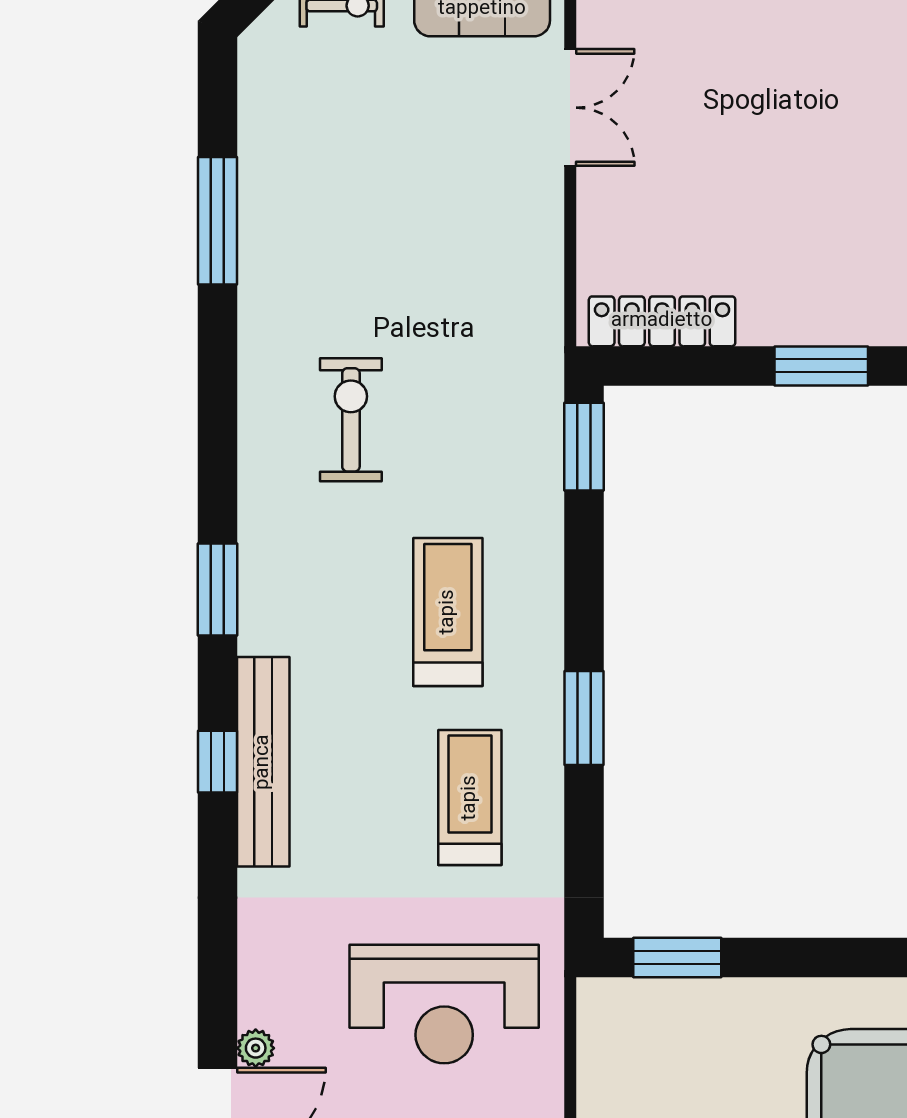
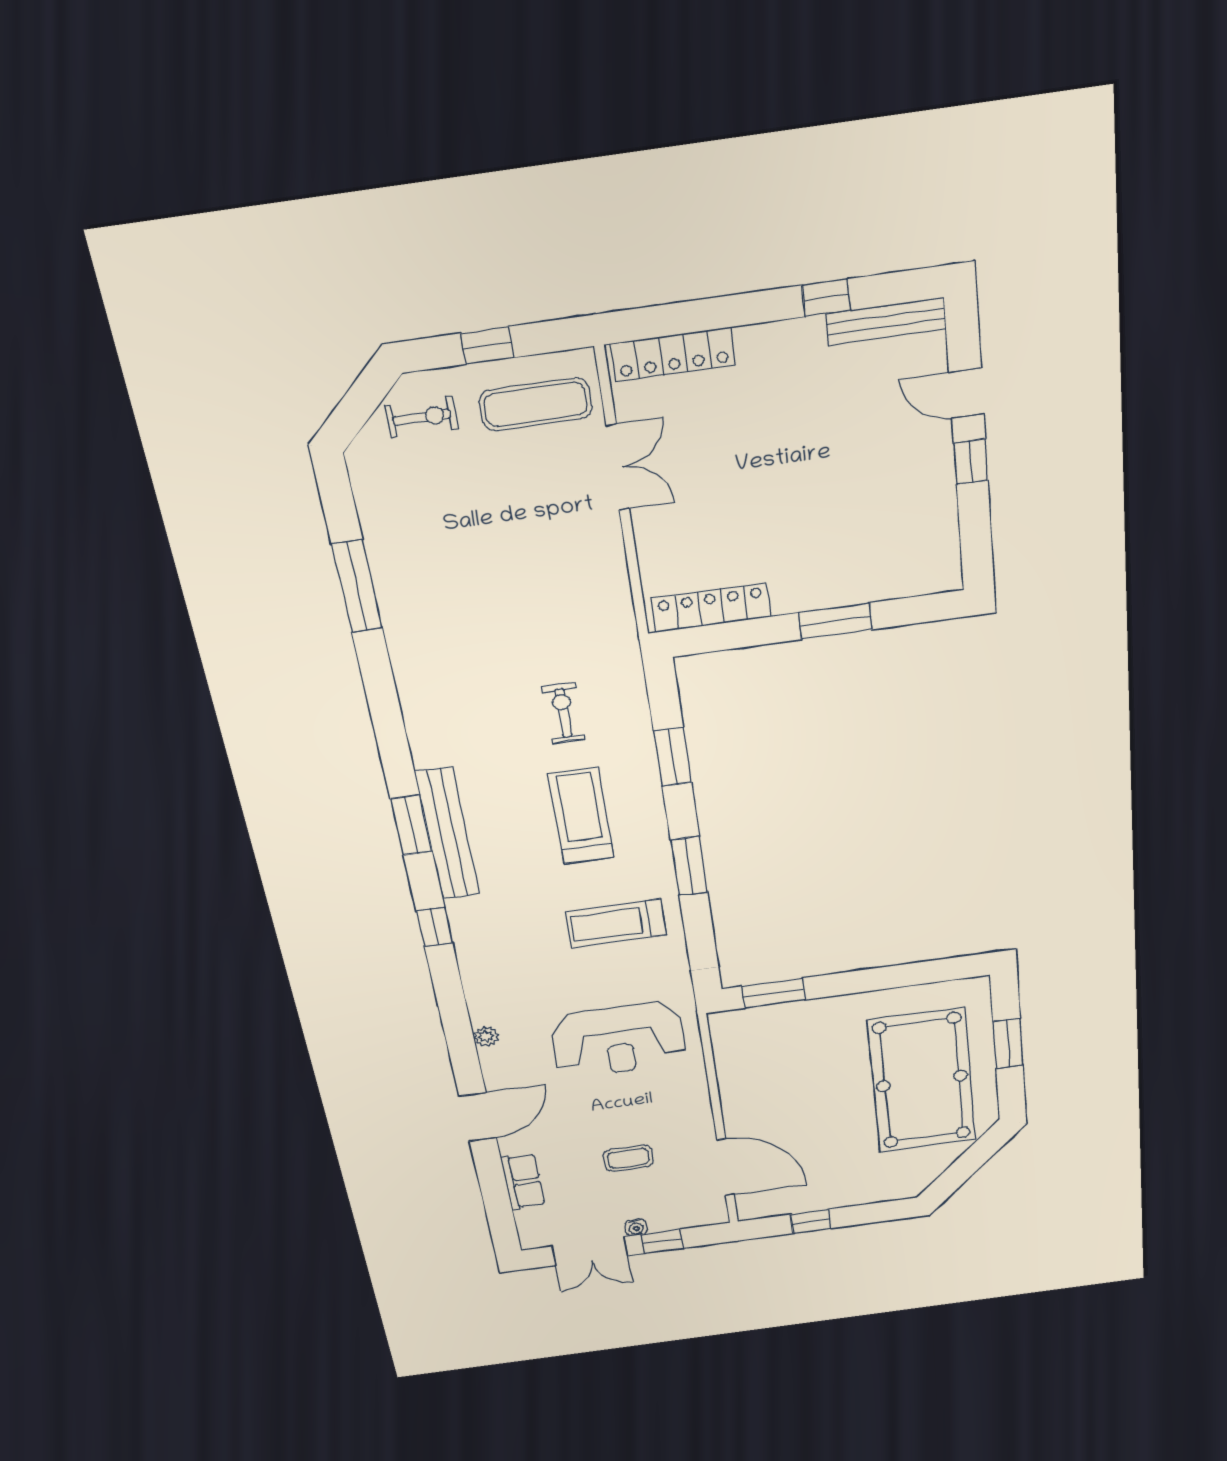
exercise bike: (351, 420) -> (563, 713), moved, width x0.73, depth x0.72
window: (584, 447) -> (673, 757), moved
bench: (263, 762) -> (447, 833), moved
treadmill: (470, 798) -> (616, 923), turned -90
plant: (256, 1048) -> (486, 1036), moved

